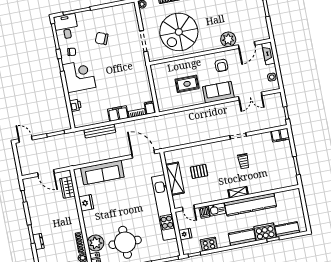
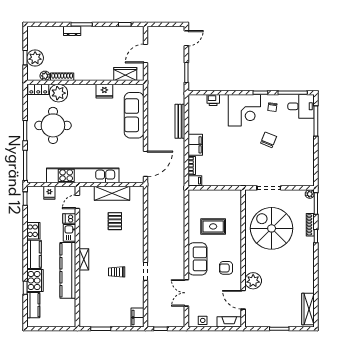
chair: (102, 38) -> (269, 140), moved
rug: (187, 84) -> (213, 226), turned 90
cooker: (209, 244) -> (33, 231), moved

